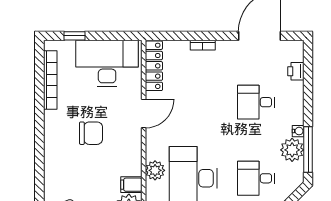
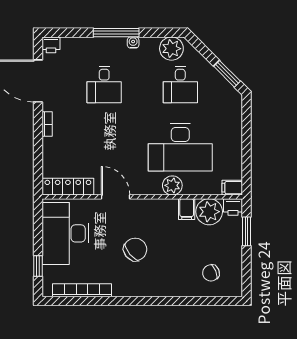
bookcase: (203, 45) -> (47, 124), moved
printer: (296, 71) -> (51, 45), moved
chair: (91, 133) -> (135, 249), turned 50
window: (308, 149) -> (116, 33), moved
plant: (292, 150) -> (171, 49), moved

